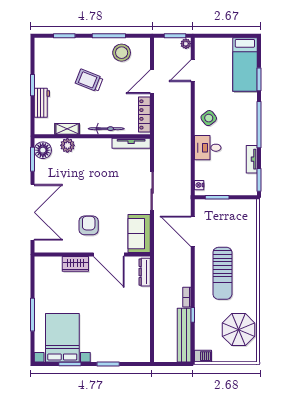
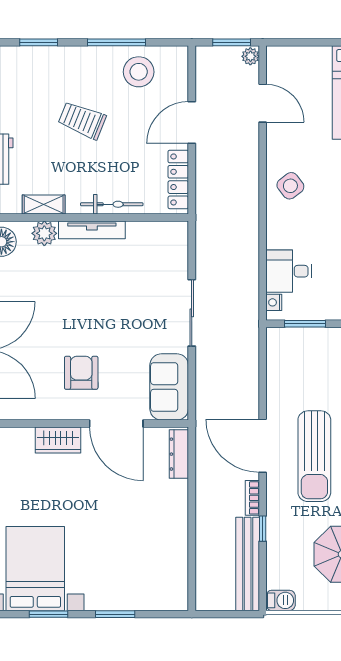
door: (193, 71) -> (263, 103), swing flipped
tv unit: (131, 143) -> (92, 230), moved
desk: (208, 148) -> (289, 271), moved
door: (193, 231) -> (263, 446), moved

